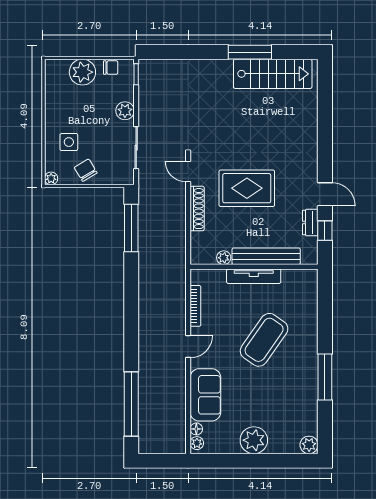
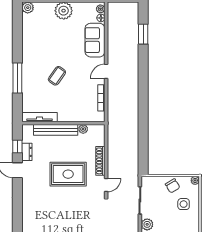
door: (188, 171) -> (106, 185), hinge flipped
window: (131, 228) -> (143, 148), removed
tv unit: (254, 276) -> (39, 117), moved
coffee table: (264, 340) -> (57, 76), width x0.54, depth x0.58
window: (325, 377) -> (17, 78), moved
window: (131, 404) -> (143, 34), width x0.47

